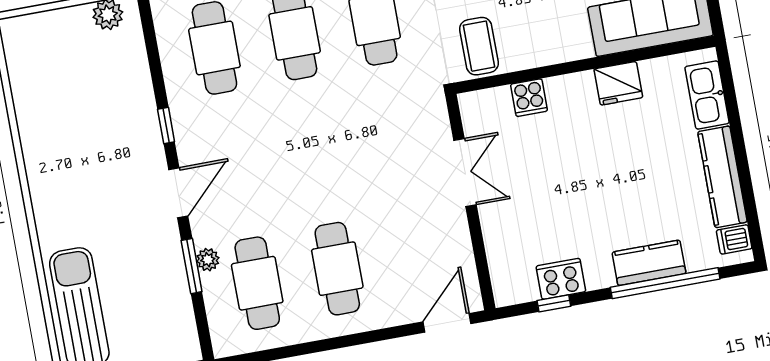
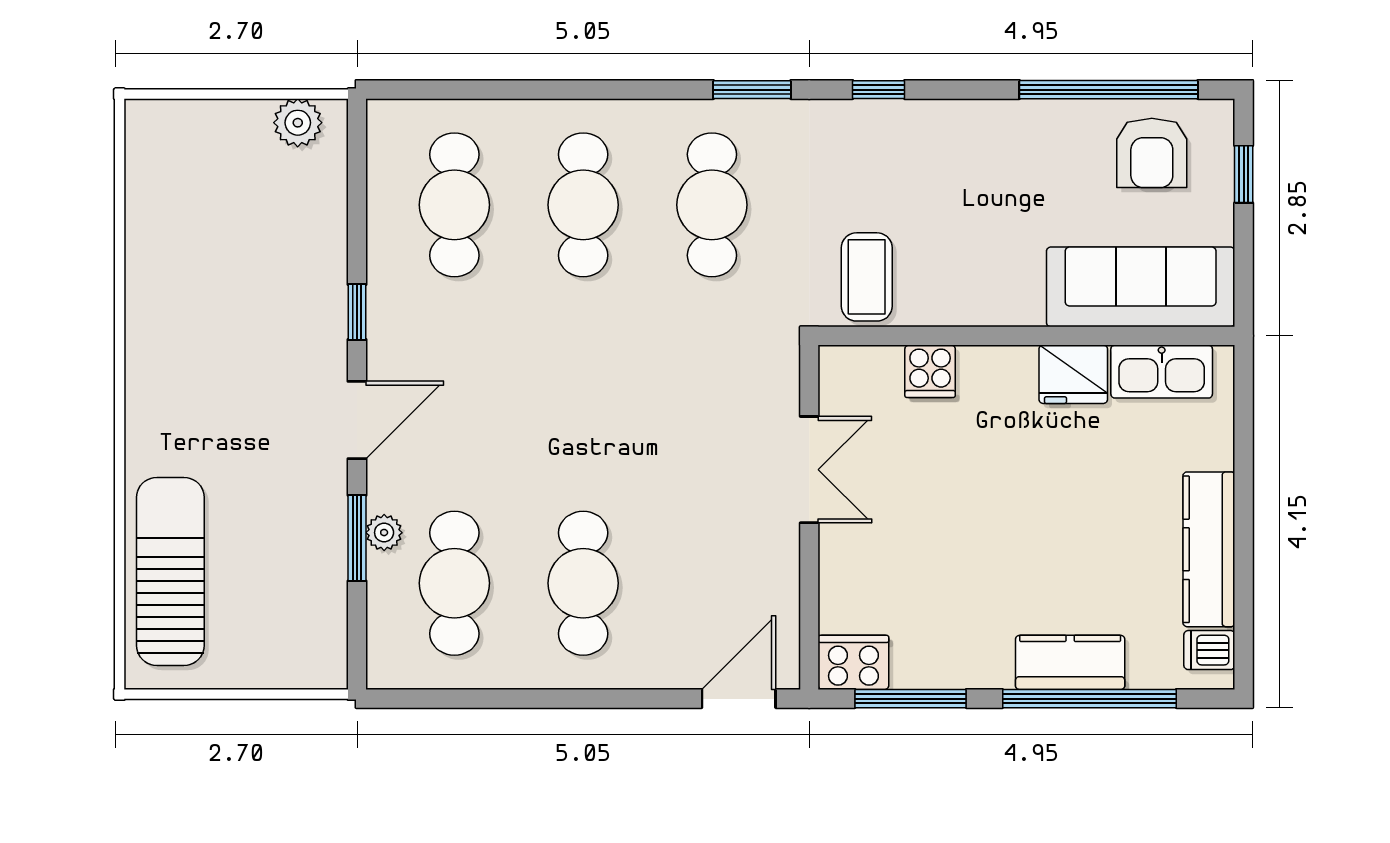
kitchen sink: (707, 95) -> (1162, 372), moved, turned -90
cooker: (561, 279) -> (853, 662), moved
window: (554, 303) -> (911, 699), width x2.17

